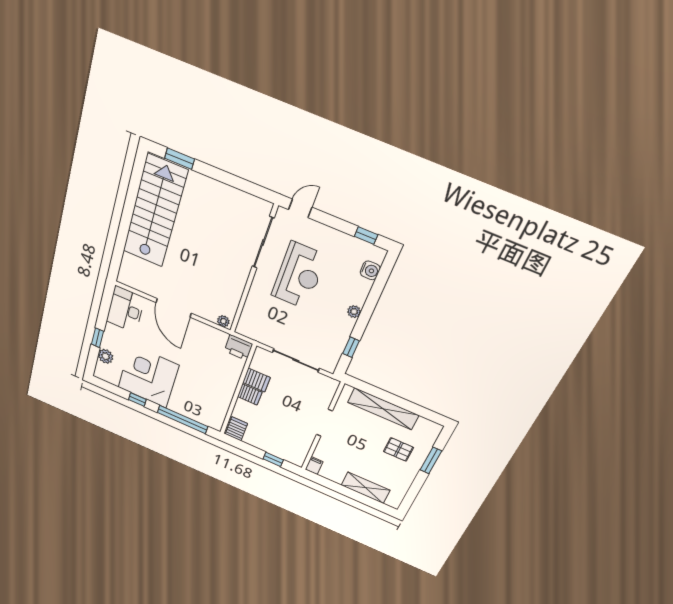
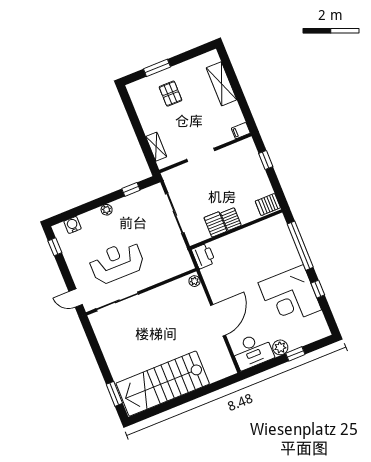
plant: (106, 356) -> (280, 347), moved
shelving: (383, 409) -> (156, 147), width x0.45, depth x0.75

